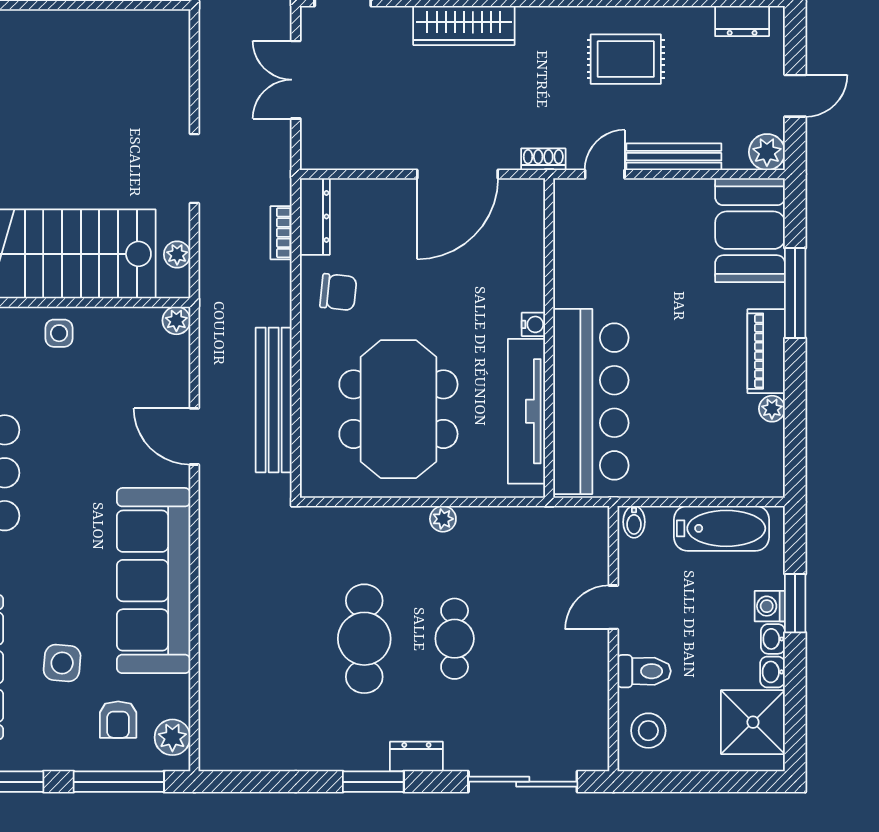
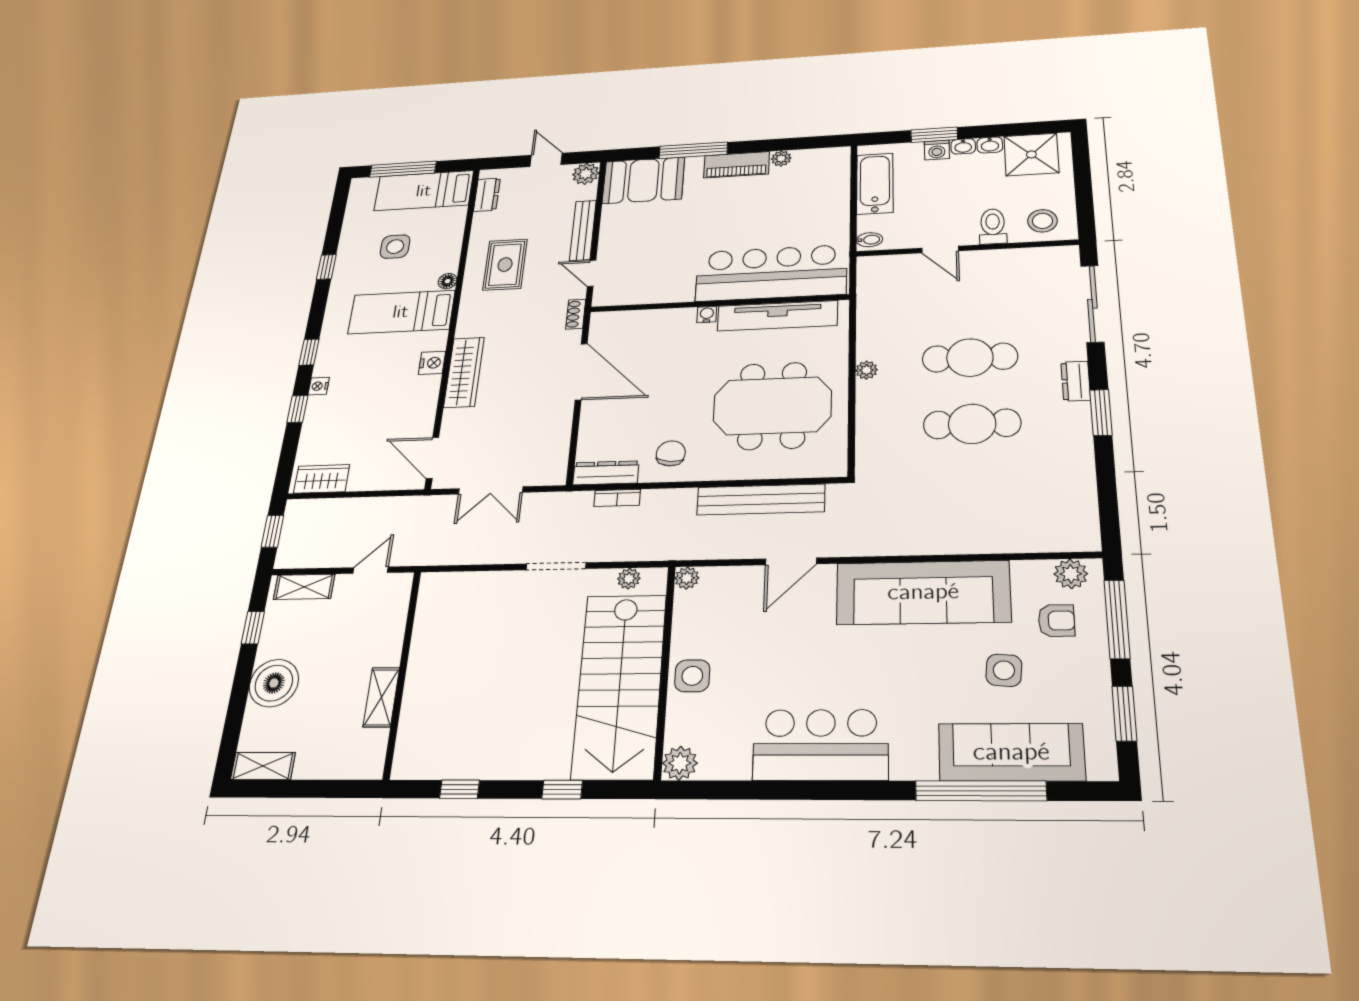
side table: (59, 333) -> (692, 676), width x1.37, depth x1.37
cafe table: (455, 639) -> (970, 358), width x1.37, depth x1.35

